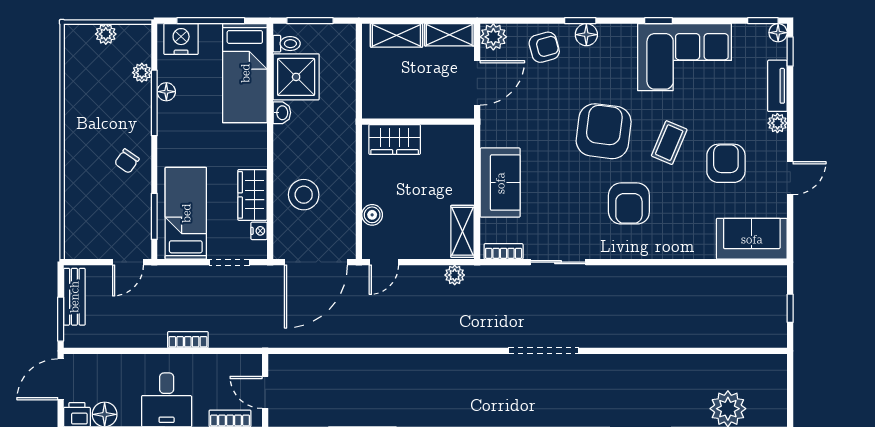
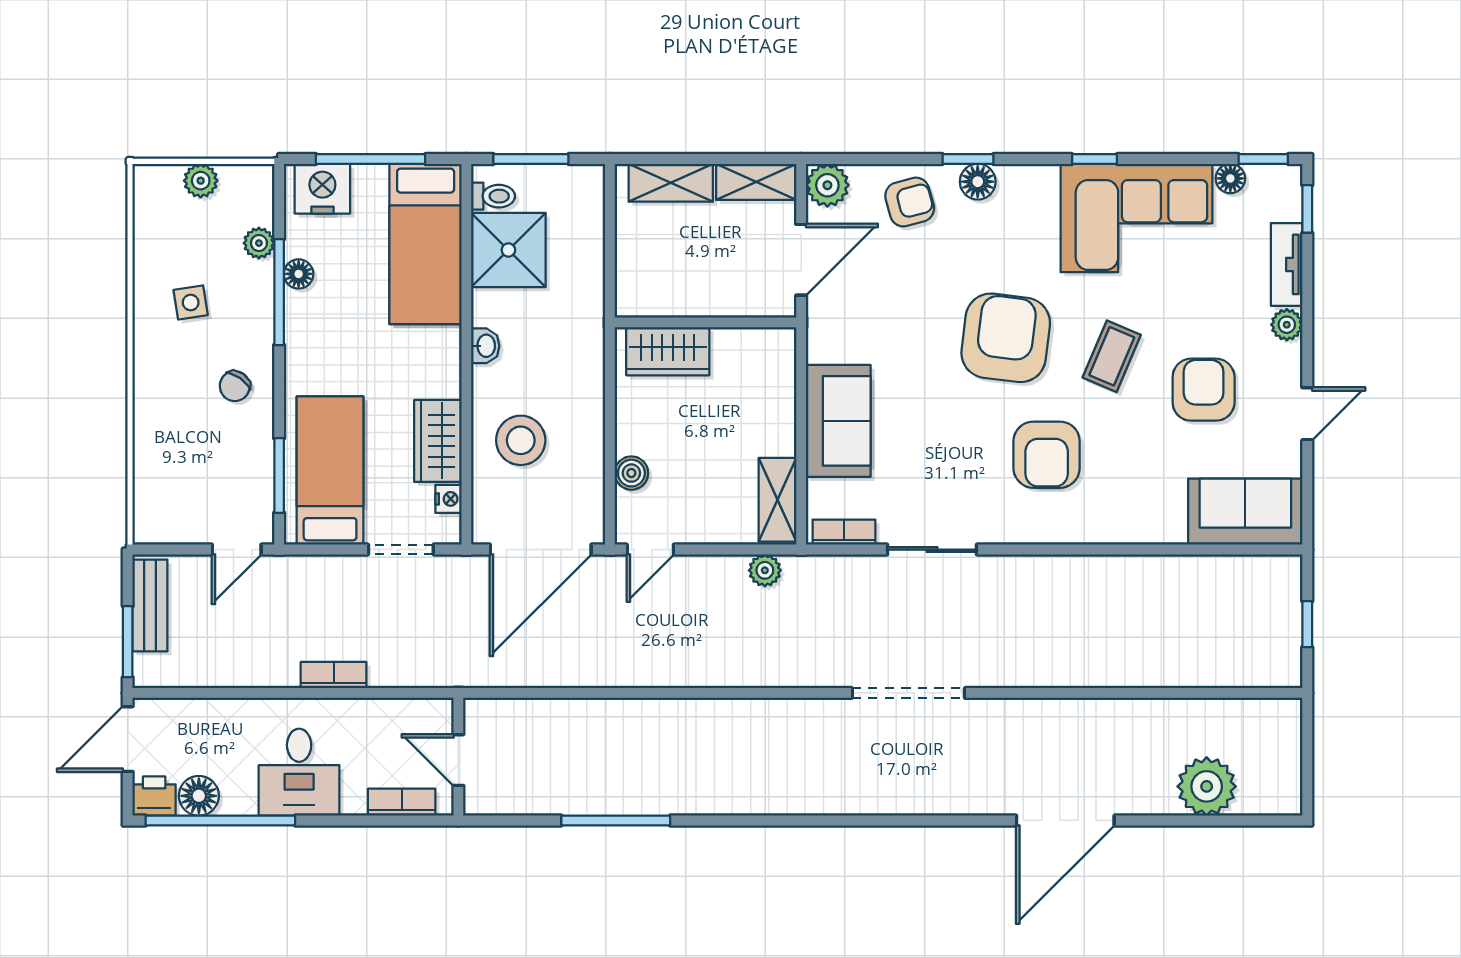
floor lamp: (778, 33) -> (1230, 178), moved
side table: (100, 109) -> (191, 302), added
washbasin: (282, 113) -> (485, 346), moved

